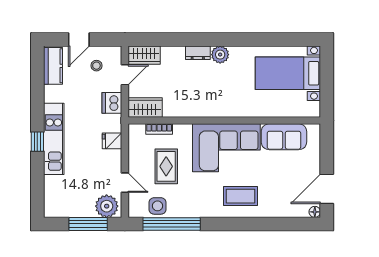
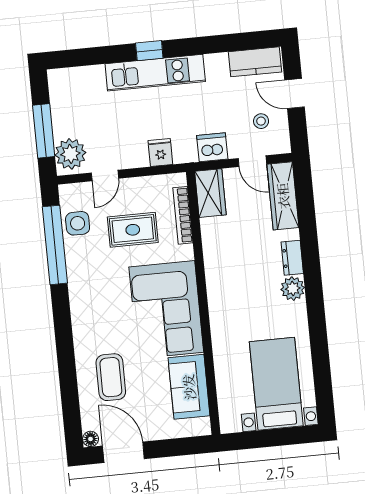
wardrobe: (144, 55) -> (283, 196), width x1.50
bookcase: (159, 129) -> (183, 215), width x1.56
coffee table: (241, 196) -> (111, 377), moved

